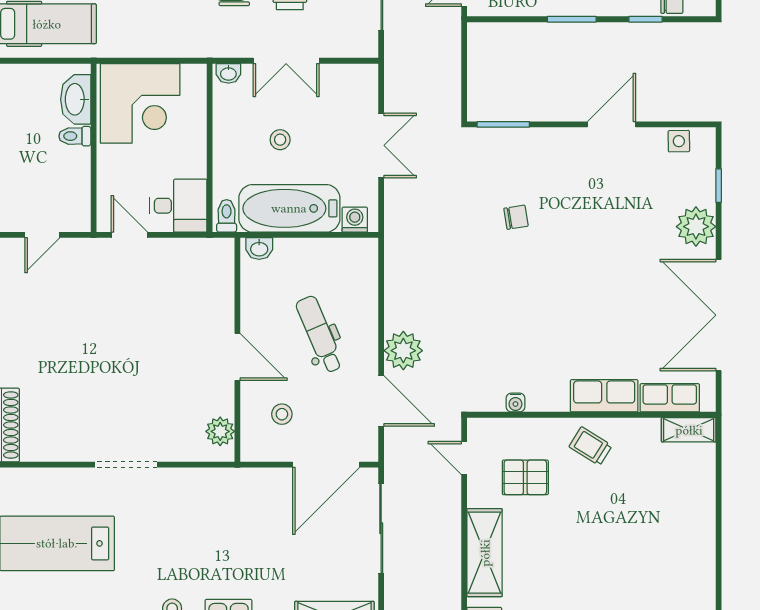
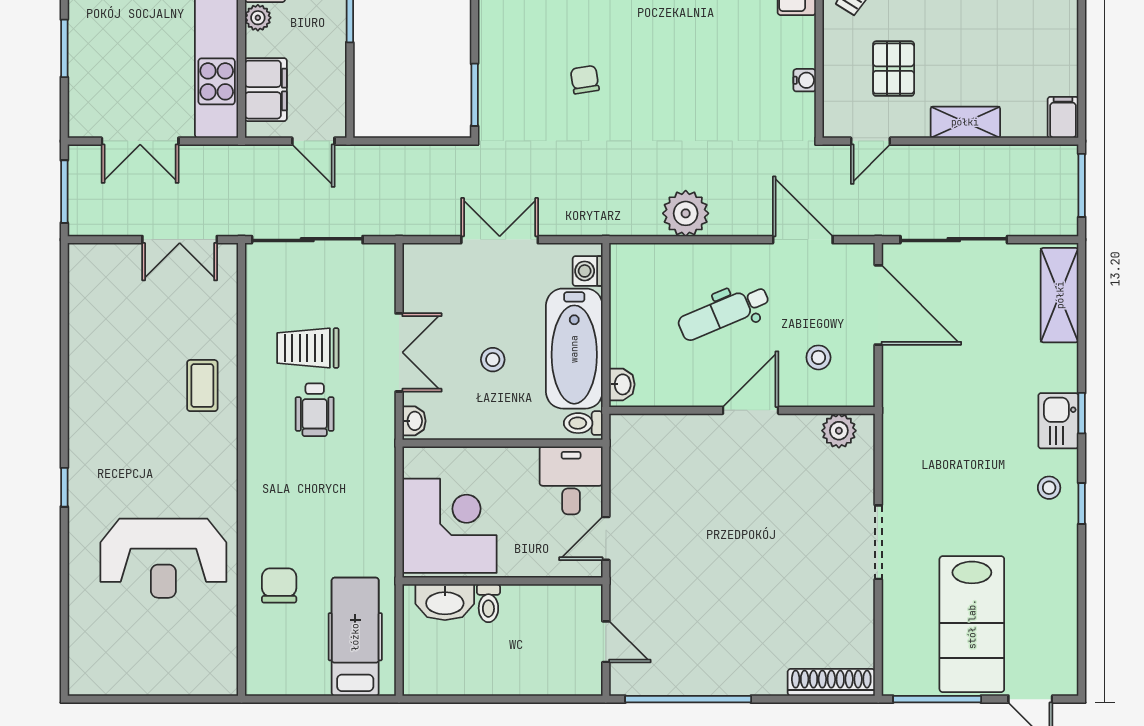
plant: (403, 351) -> (686, 213), moved
door: (381, 401) -> (803, 240), hinge flipped
shelving: (485, 553) -> (965, 122), width x0.67, depth x0.75

